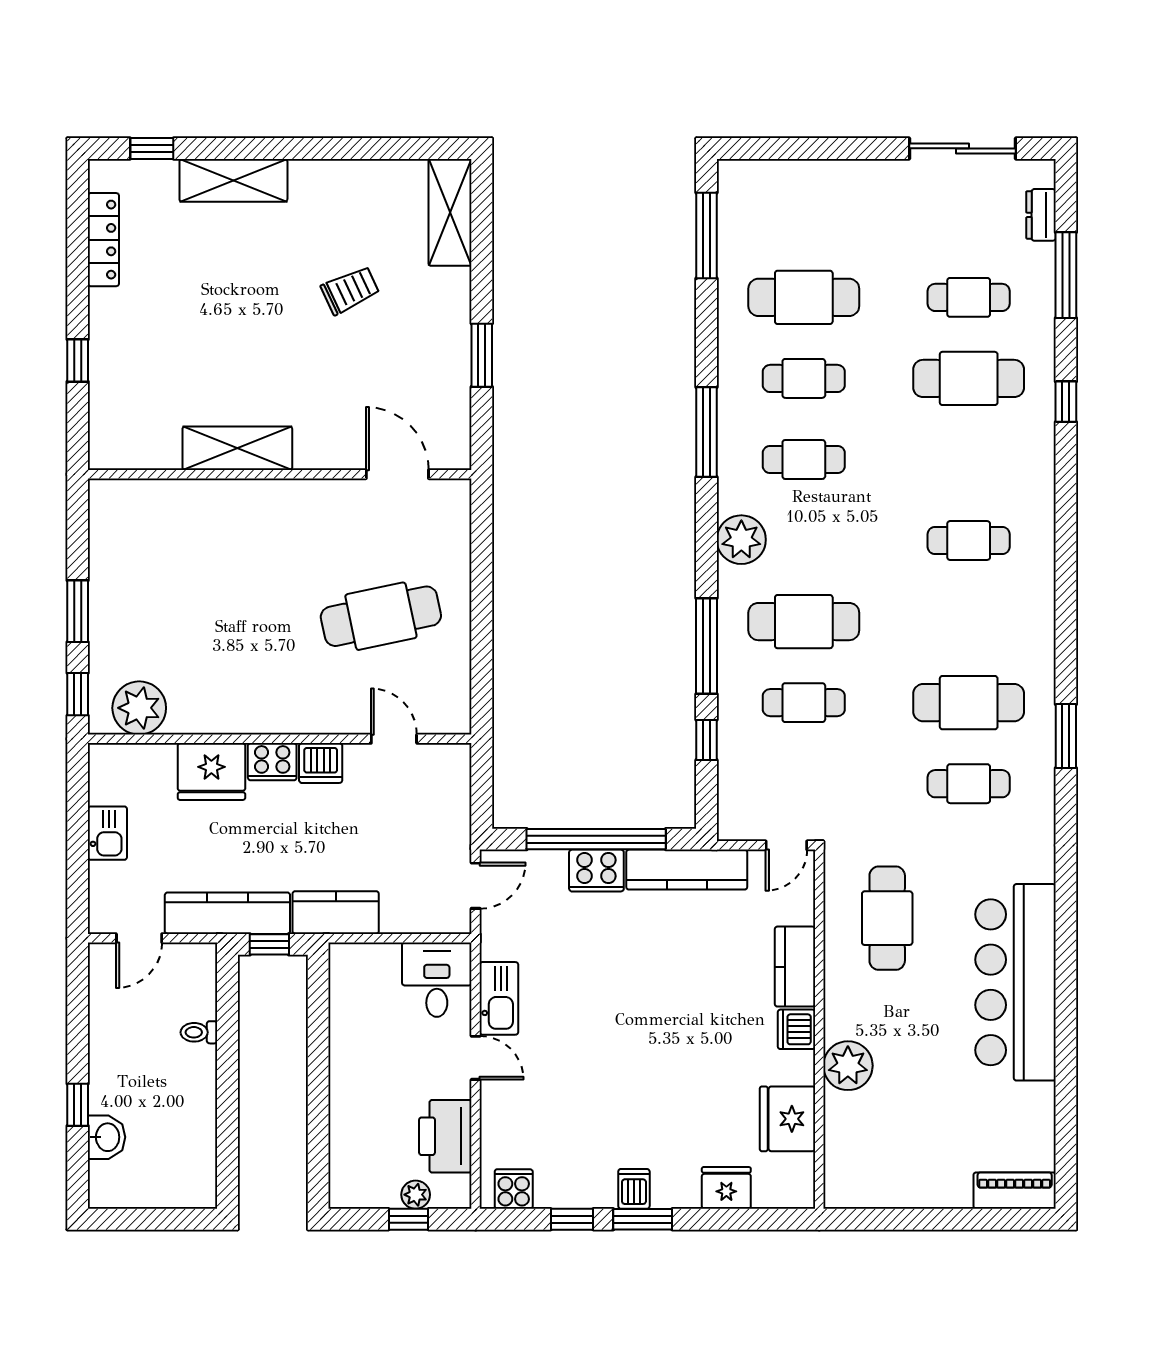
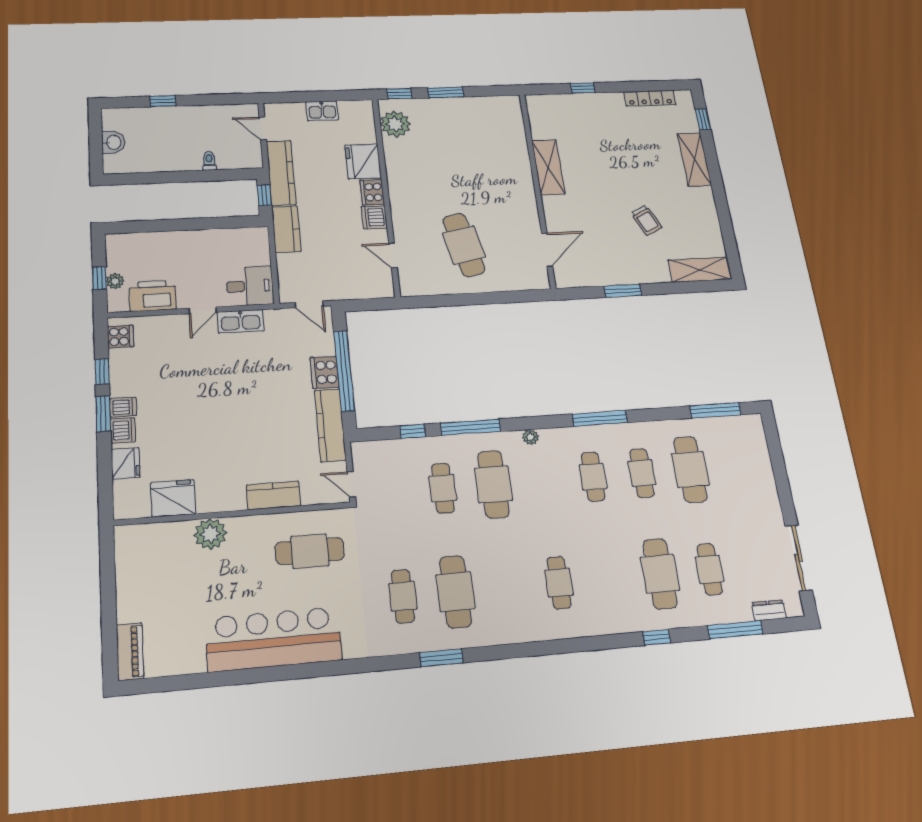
plant: (741, 540) -> (530, 437), width x0.53, depth x0.53
door: (394, 739) -> (393, 255), swing flipped
dishwasher: (796, 1029) -> (123, 430), moved, turned 90
washbasin: (106, 1137) -> (113, 142), moved, turned -90

